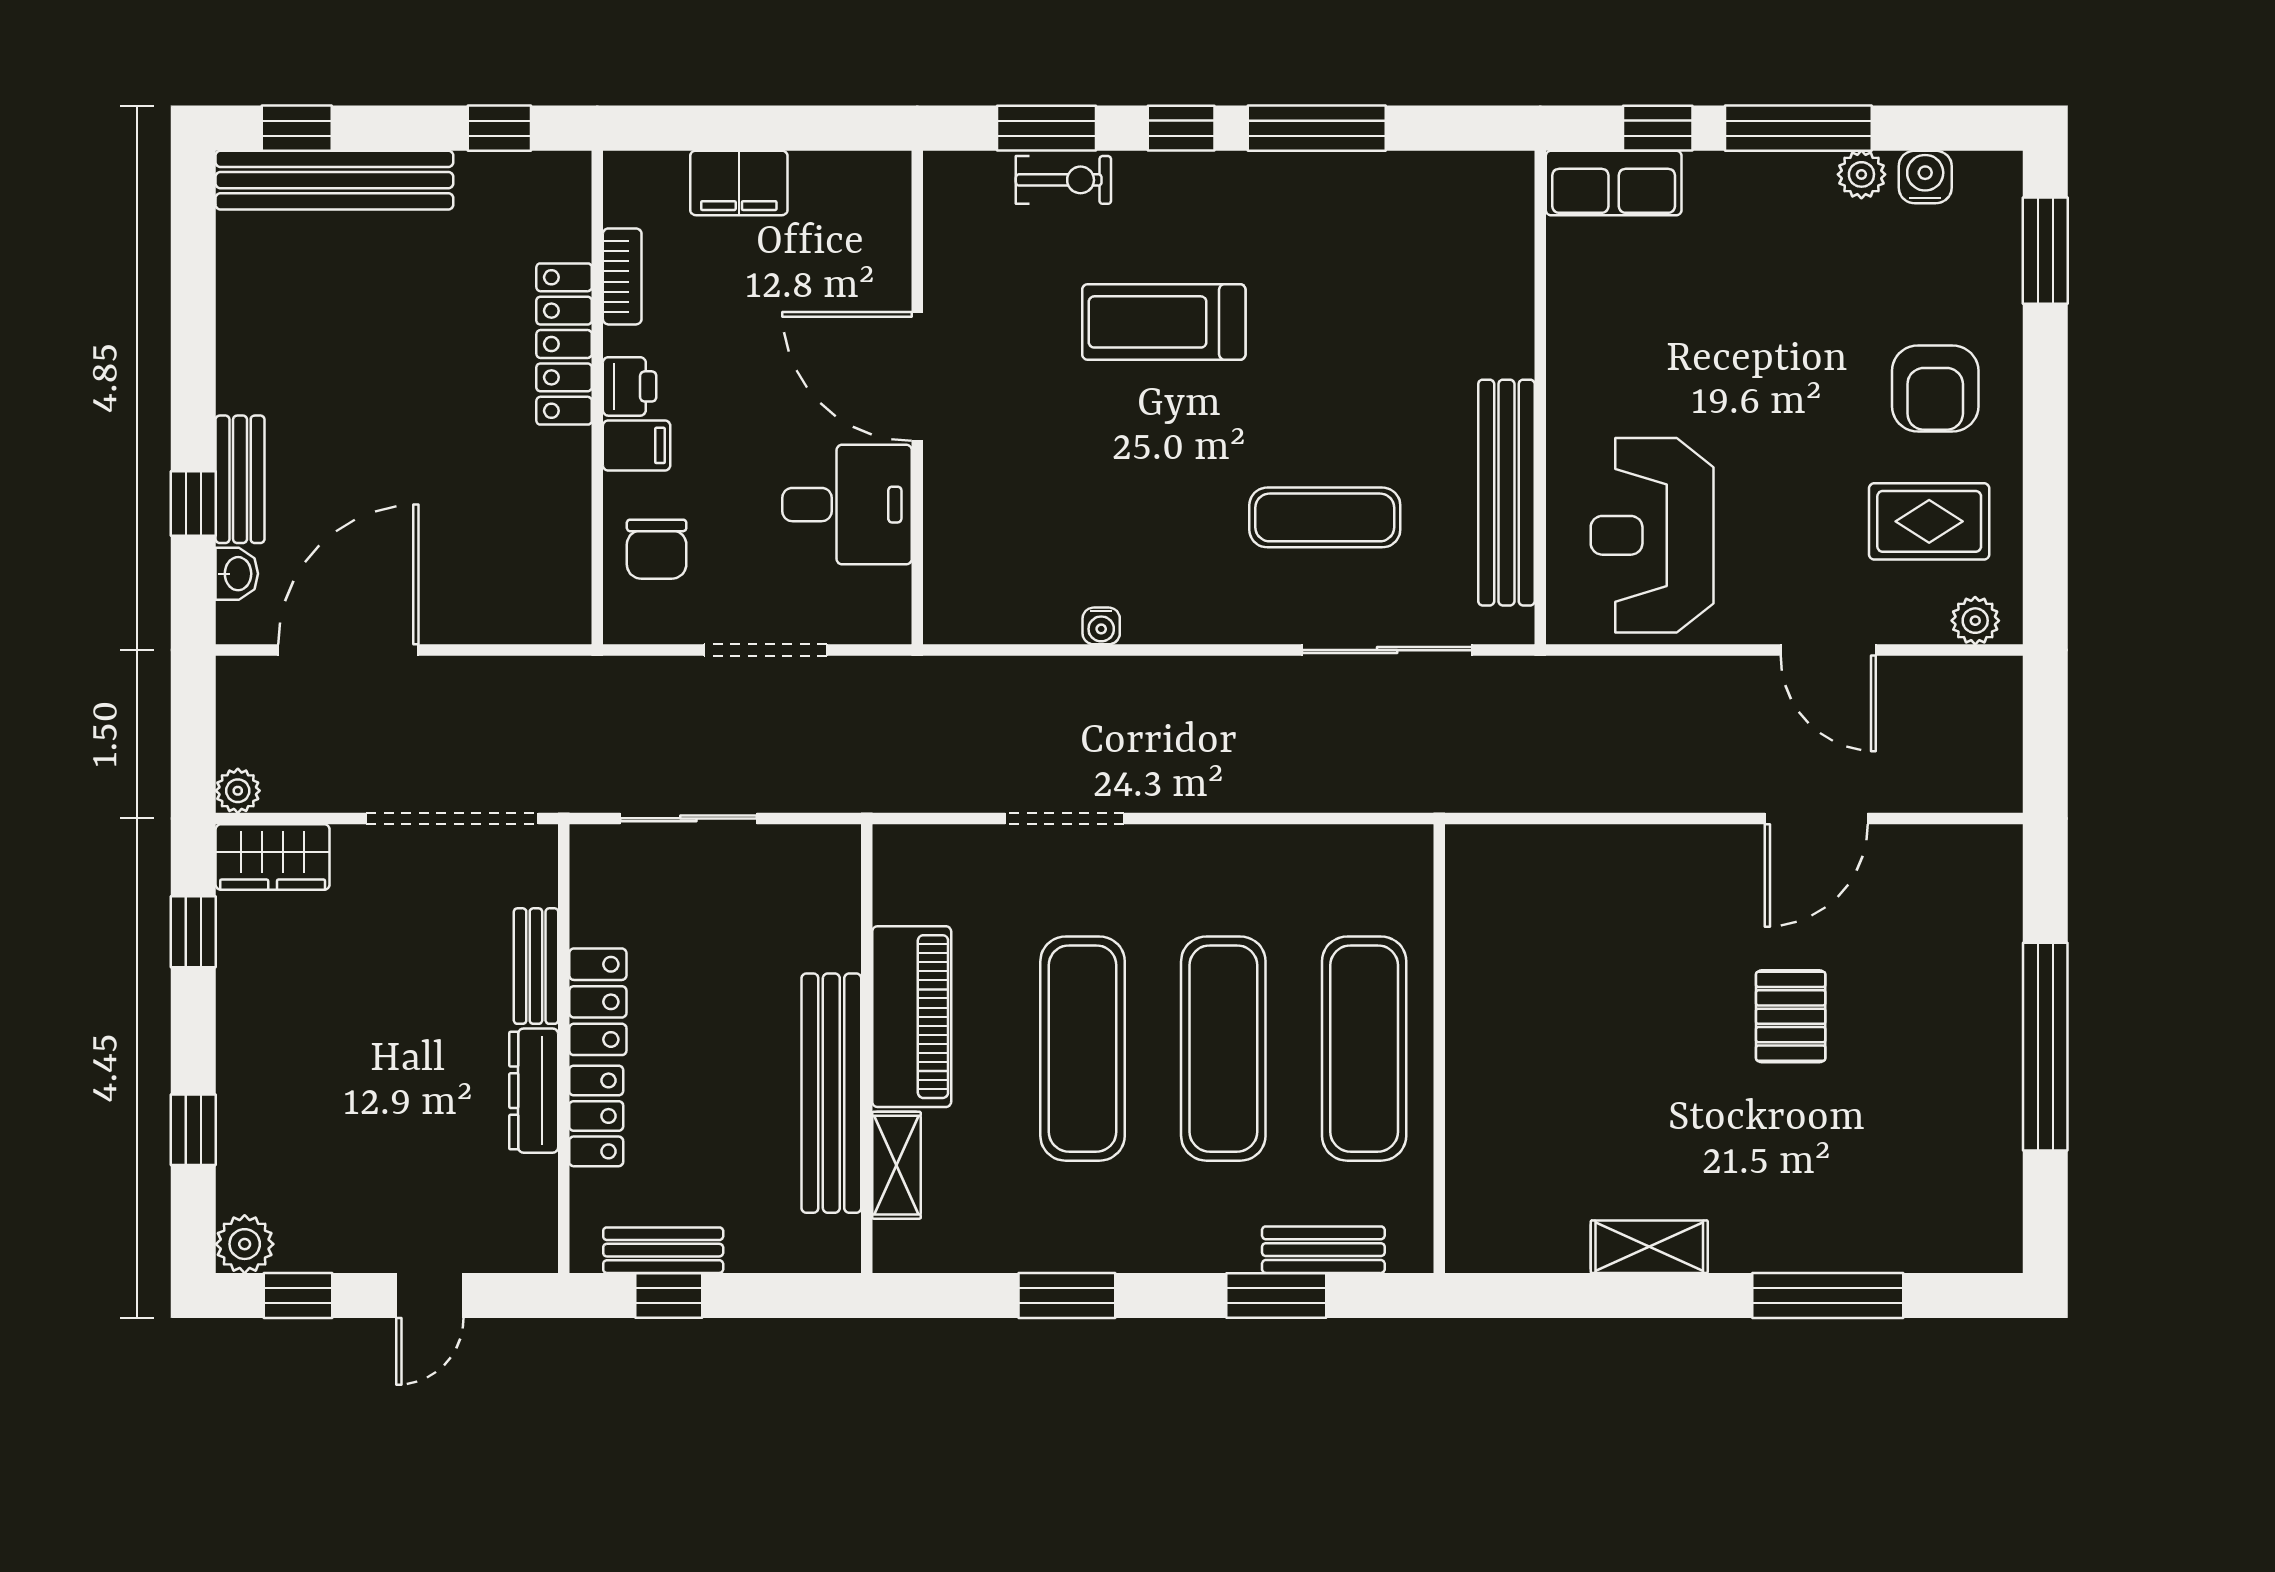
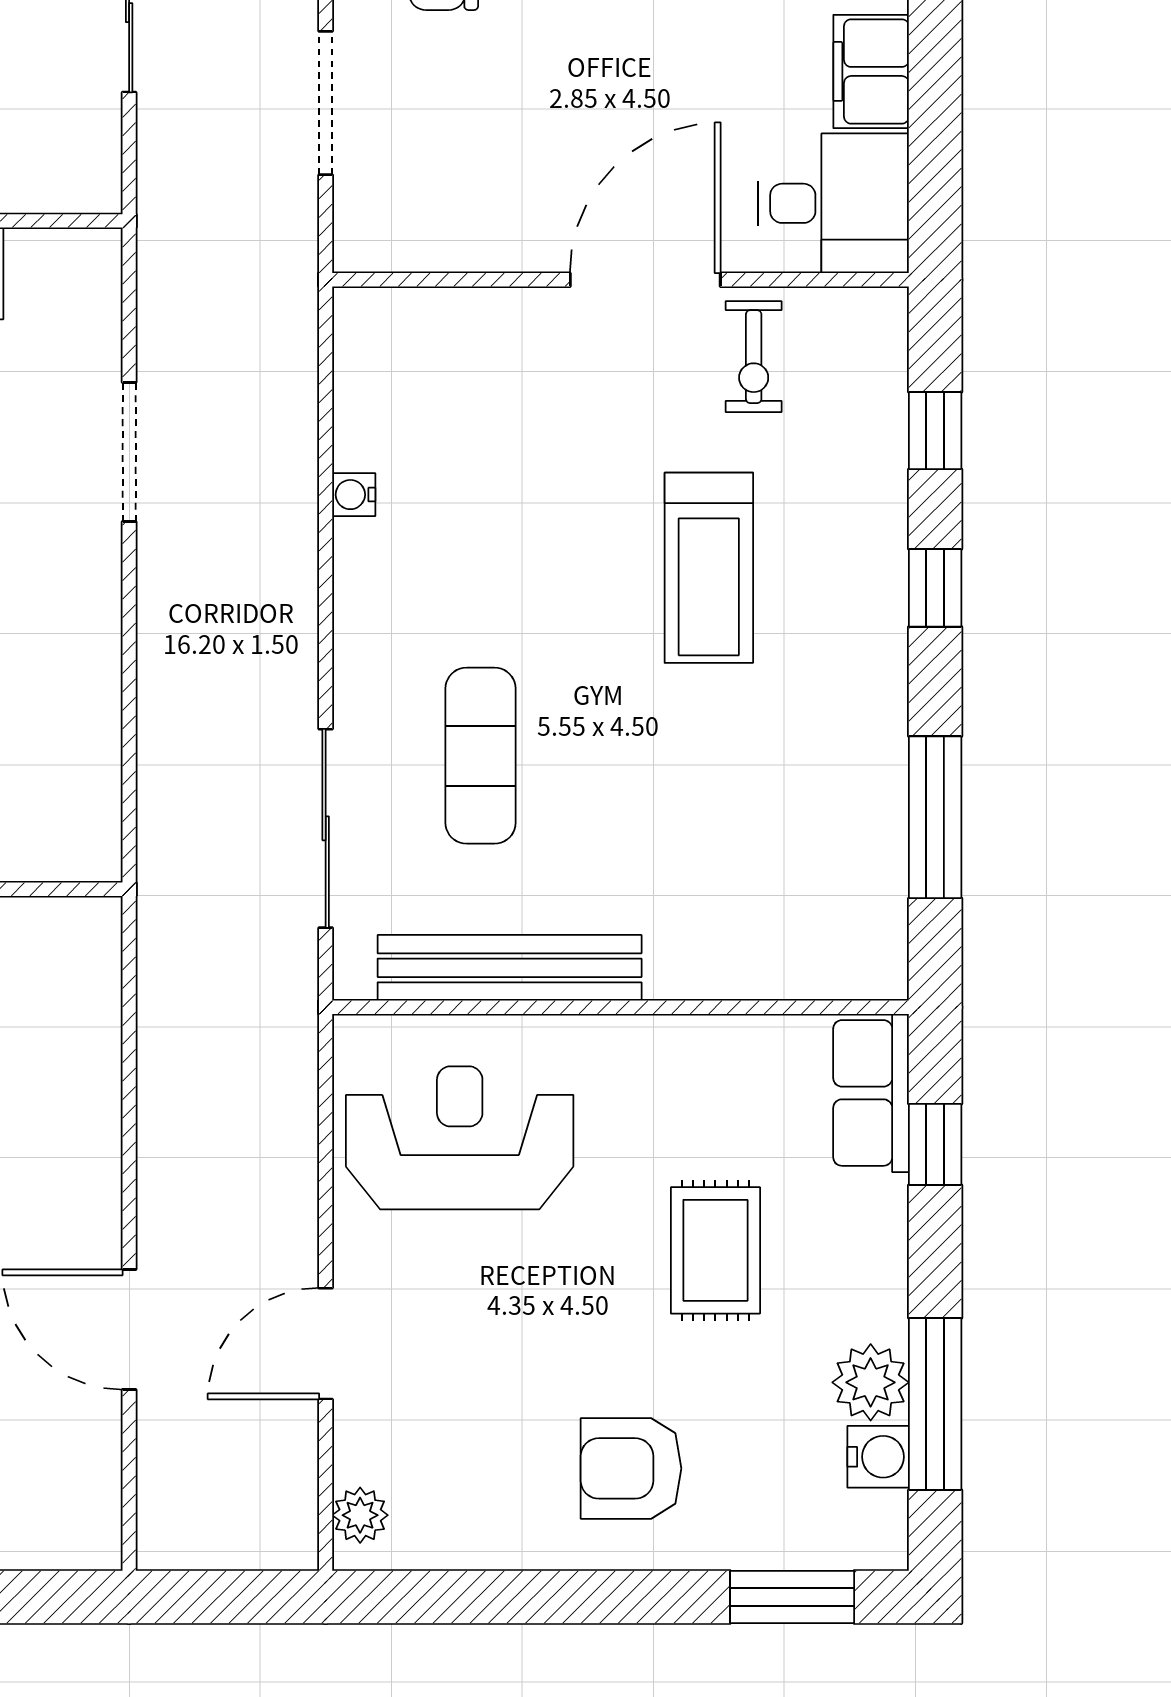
window: (1046, 128) -> (935, 431), width x0.67
window: (1317, 128) -> (935, 817), moved
window: (1798, 128) -> (935, 1404), moved
plant: (1861, 174) -> (871, 1382), width x1.38, depth x1.38
exercise bike: (1063, 180) -> (754, 357), moved
treadmill: (1164, 322) -> (709, 568), turned 180
desk: (847, 505) -> (834, 203), moved, turned -90
rug: (1929, 521) -> (715, 1250), moved

